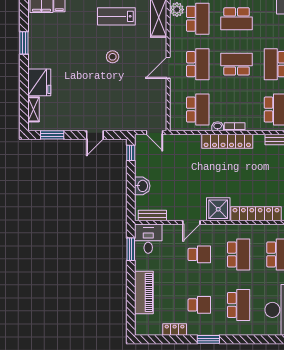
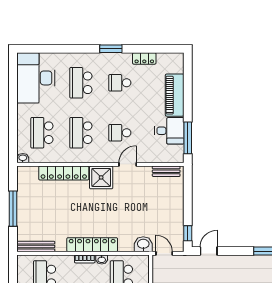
door: (95, 135) -> (209, 251), moved
washbasin: (142, 186) -> (143, 244), moved, turned 90
desk: (148, 239) -> (169, 131), moved, turned -90
window: (131, 249) -> (188, 138), width x1.44

